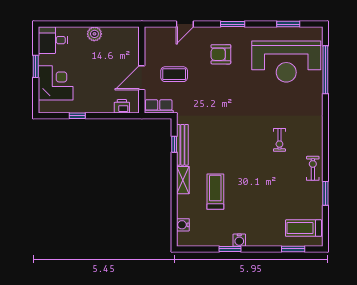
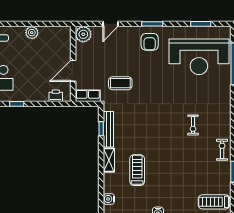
plant: (154, 36) -> (83, 34), added
armchair: (221, 54) -> (150, 42), moved, turned -90
coffee table: (174, 74) -> (120, 83), moved

